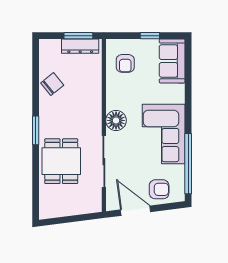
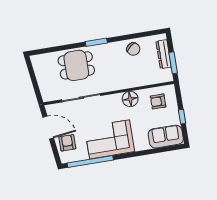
dresser: (80, 46) -> (164, 54), moved
floor lamp: (116, 120) -> (130, 99), moved
armchair: (159, 189) -> (67, 143), turned 180
door: (135, 211) -> (48, 128), hinge flipped

